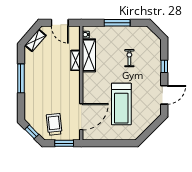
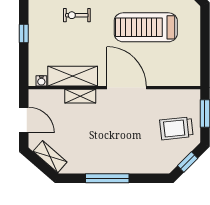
door: (60, 23) -> (24, 120), hinge flipped
window: (117, 23) -> (24, 33), width x0.46
treadmill: (121, 104) -> (146, 27), turned 180
door: (81, 117) -> (127, 88), moved

